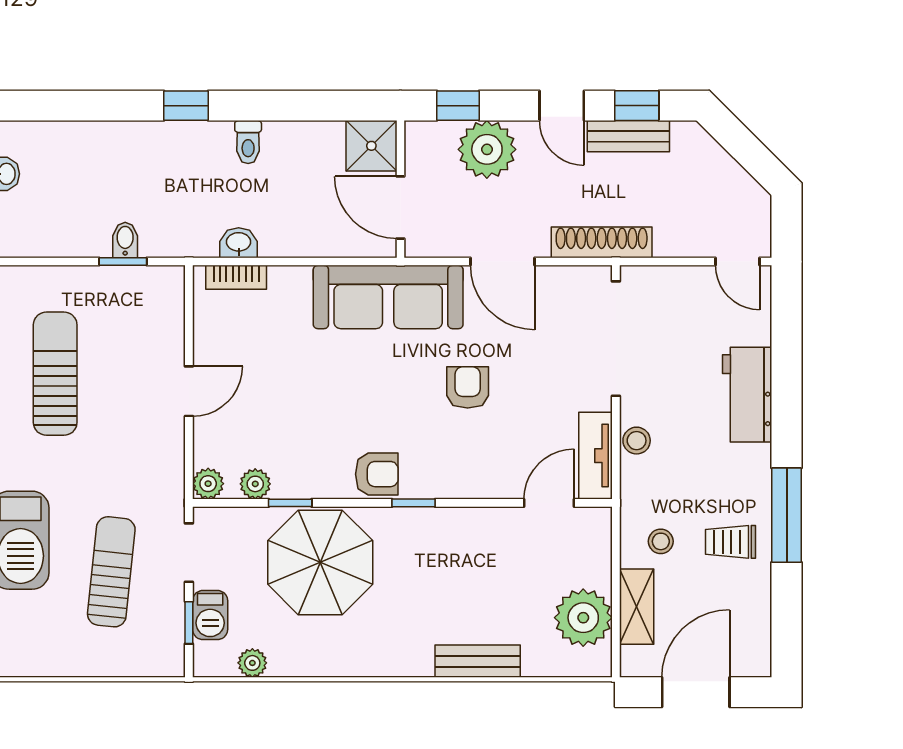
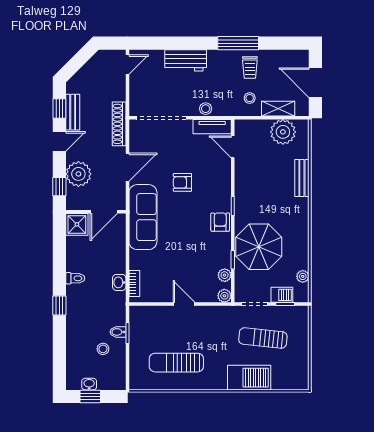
stool: (86, 206) -> (103, 349), added

